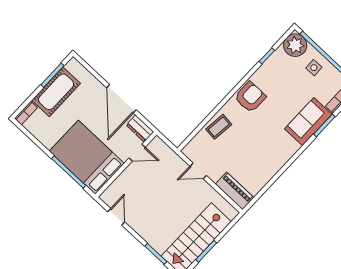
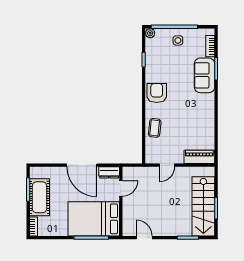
plant: (295, 45) -> (150, 33), width x0.53, depth x0.53

